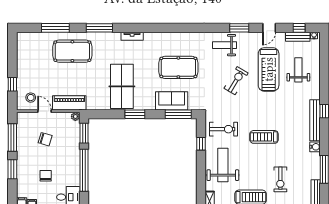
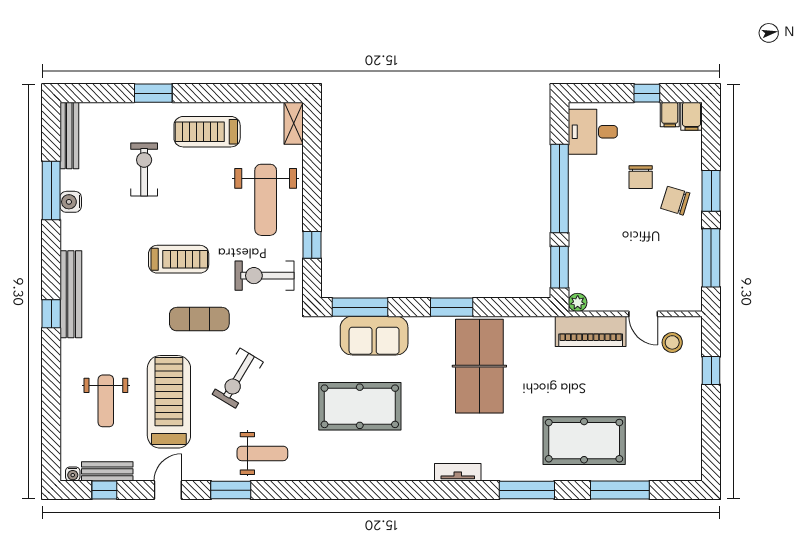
exercise mat: (254, 109) -> (199, 319), added
chair: (45, 139) -> (675, 201), moved
water cooler: (315, 147) -> (71, 202), moved

